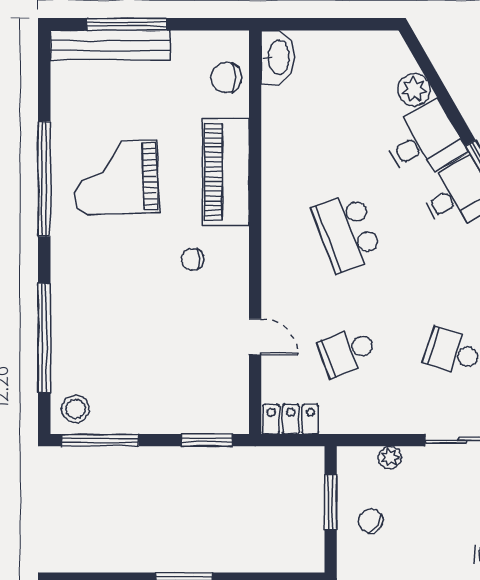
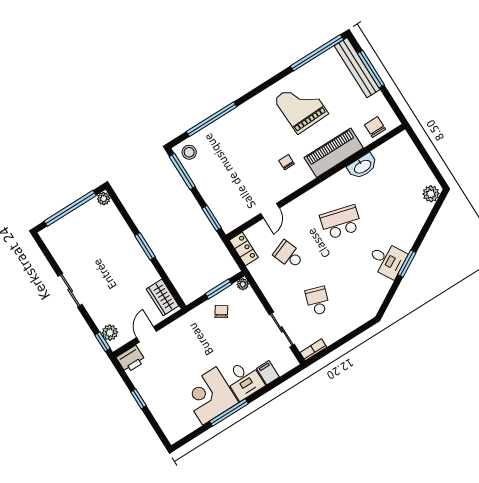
washbasin: (278, 57) -> (362, 166), moved
plant: (414, 90) -> (431, 194), moved
desk: (424, 142) -> (401, 231), removed
window: (44, 179) -> (317, 53), moved
school desk: (347, 232) -> (341, 222), turned 36
plant: (390, 458) -> (243, 284), moved

